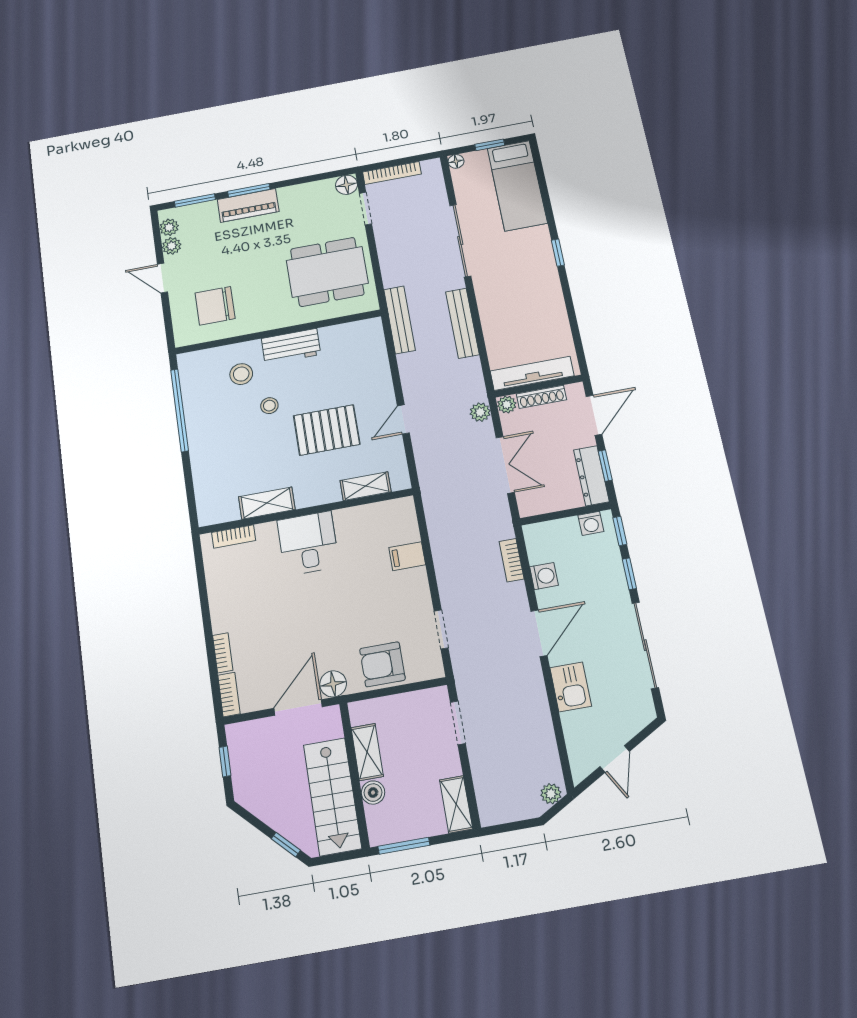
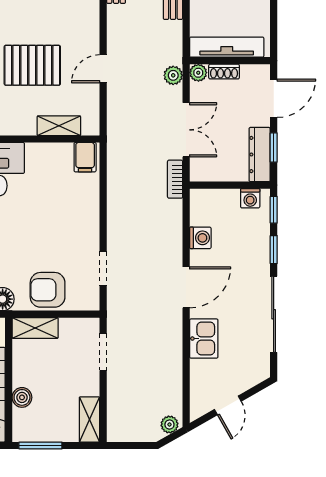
shoe rack: (541, 397) -> (224, 72), width x0.70
filing cabinet: (407, 556) -> (85, 157), moved, turned -90
bookcase: (512, 560) -> (175, 179), moved
shelving: (367, 752) -> (35, 328), moved, turned 90

